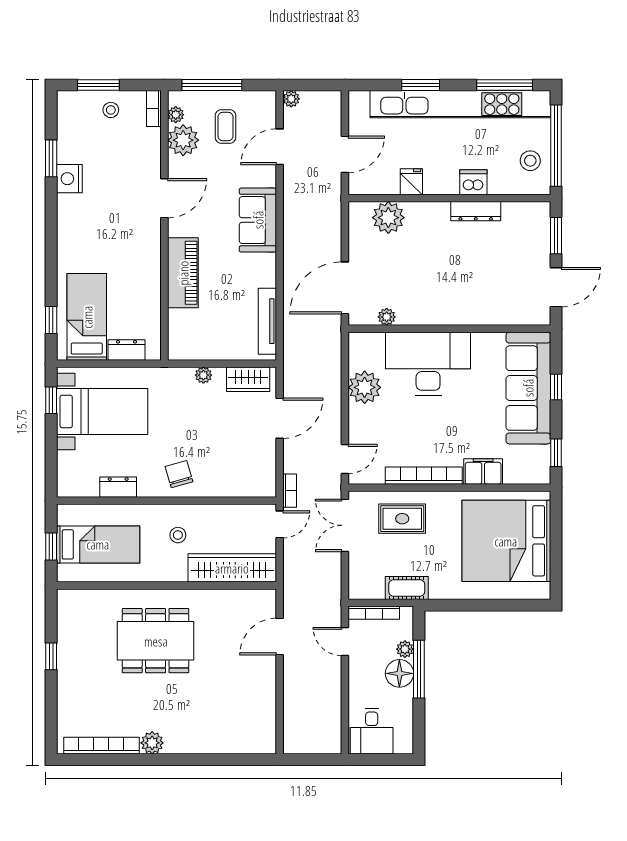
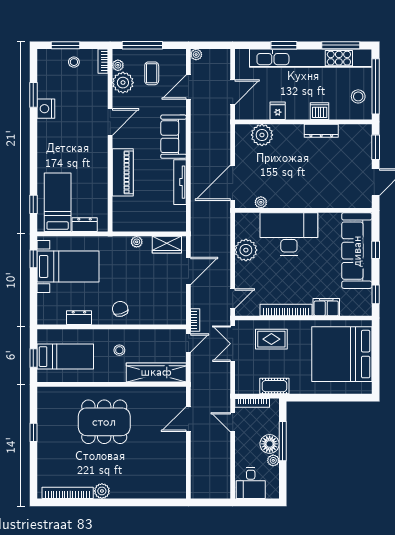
tv unit: (267, 321) -> (180, 182), moved
plant: (405, 649) -> (273, 460), moved

